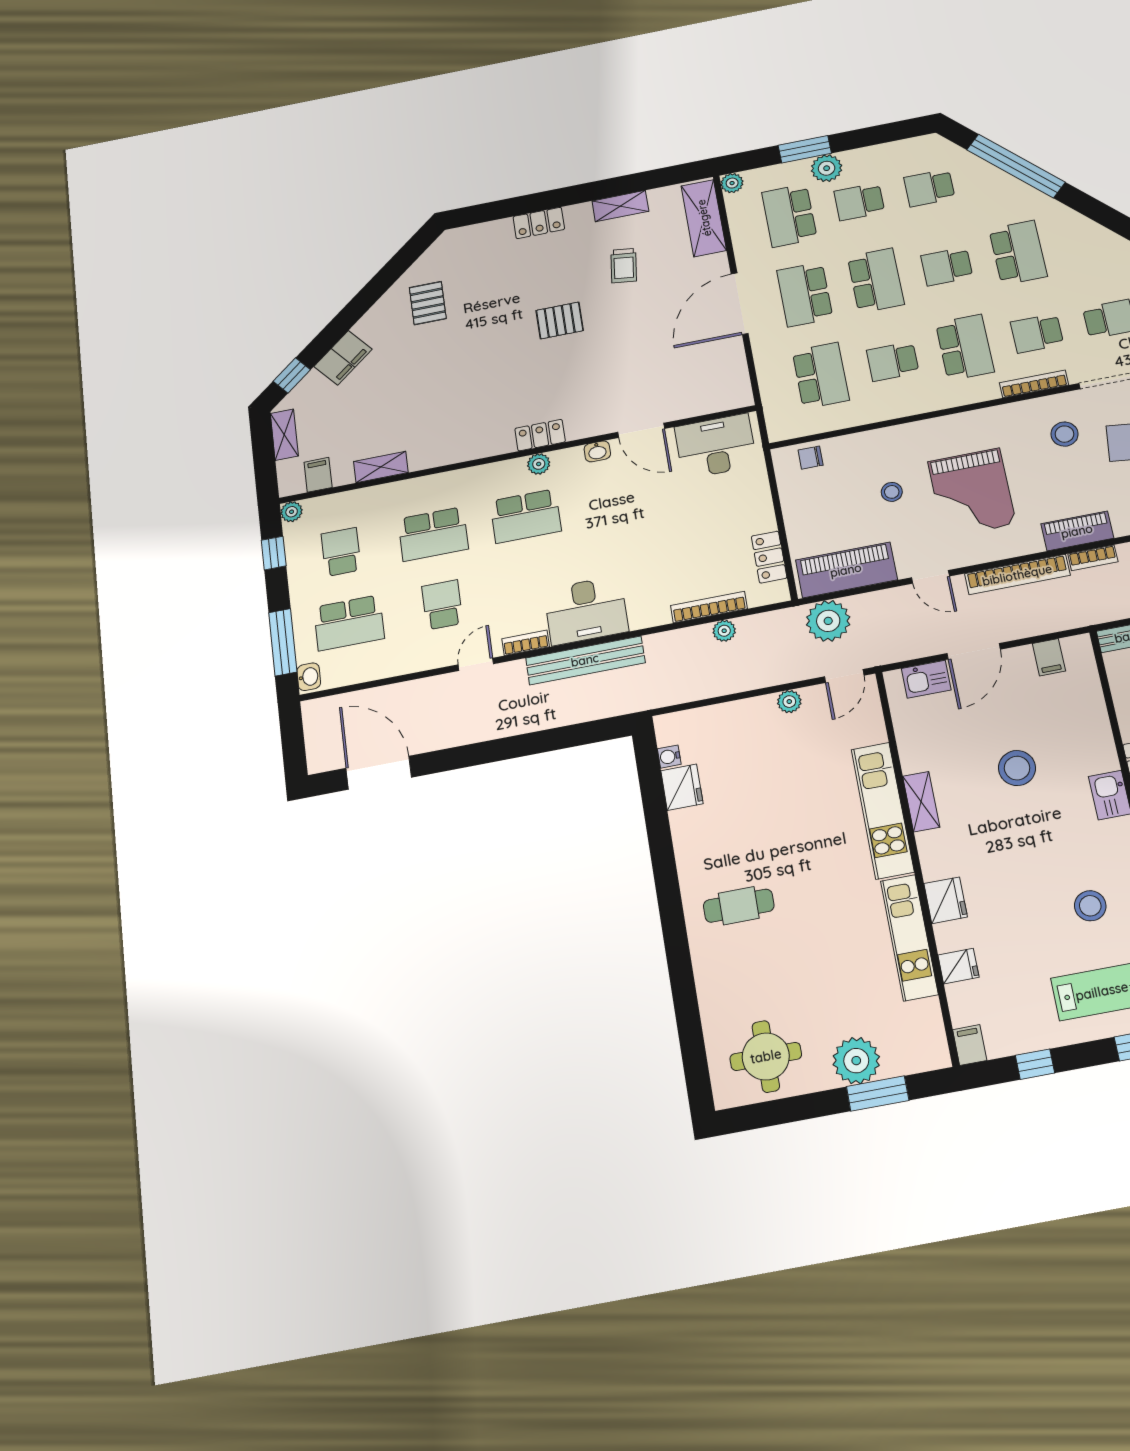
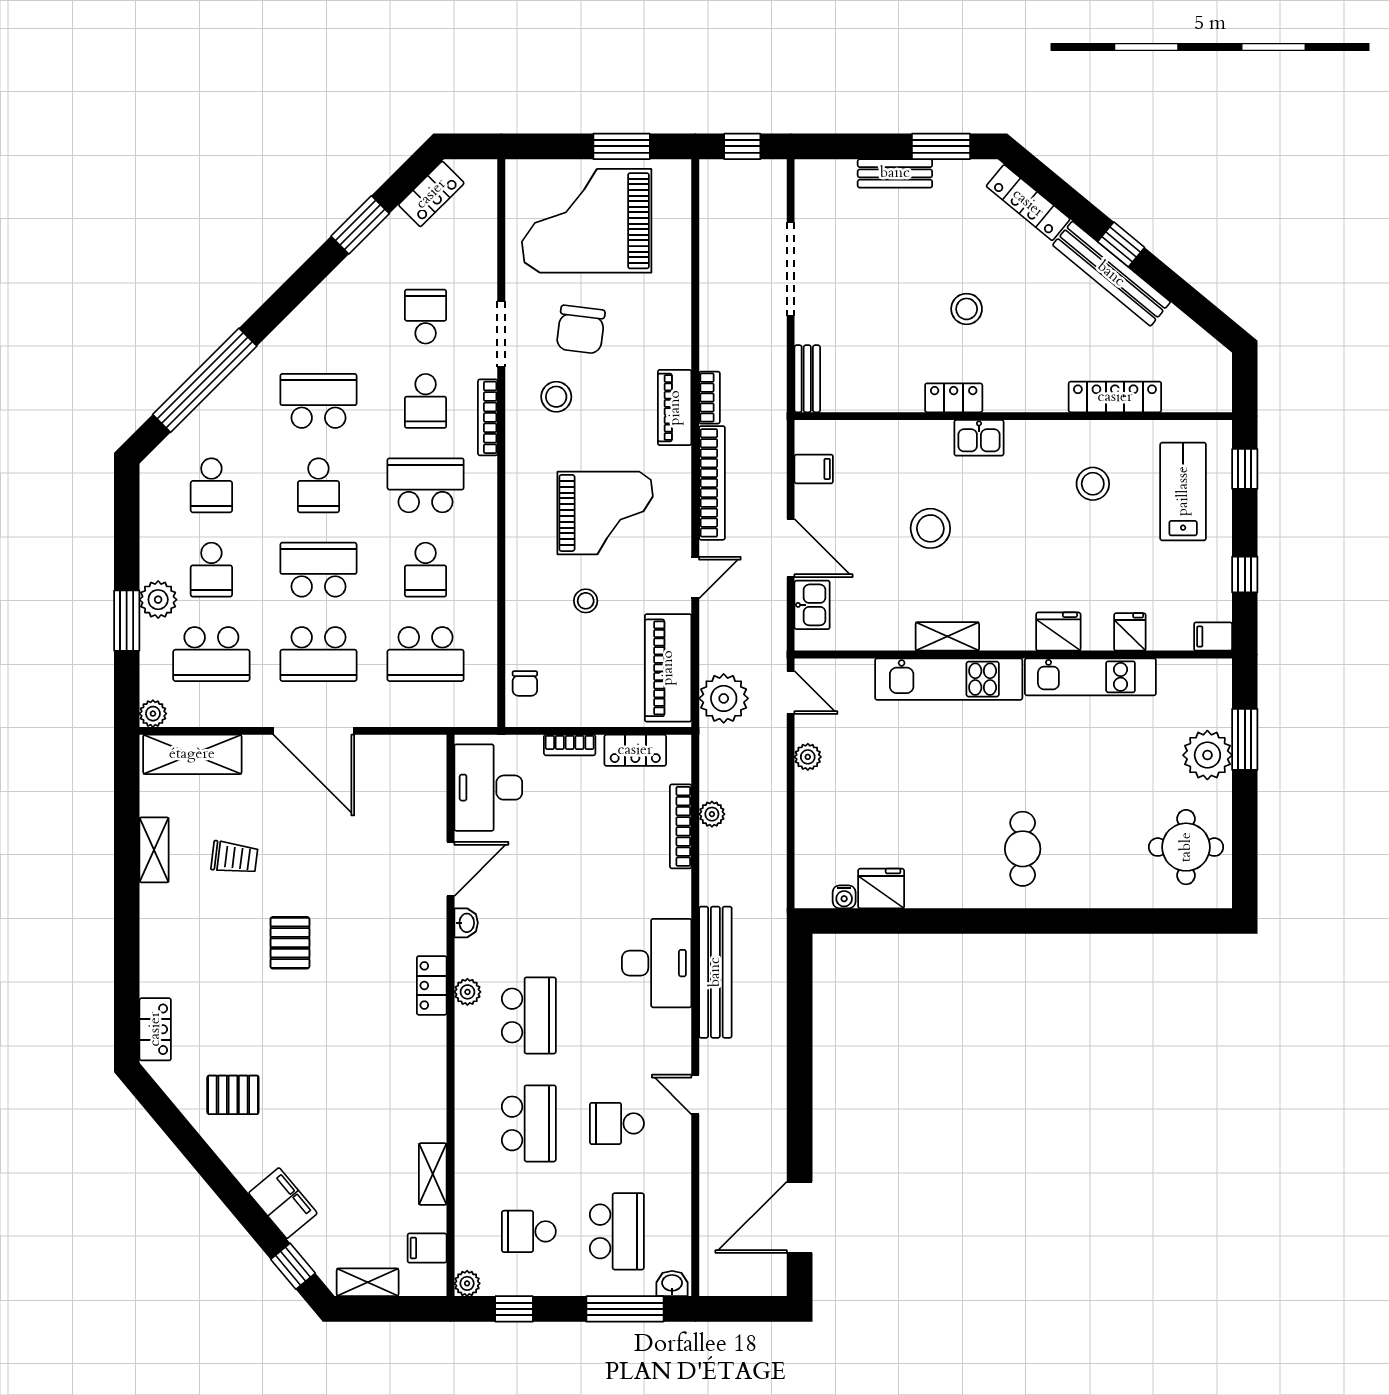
locker: (539, 223) -> (155, 1029), moved
school desk: (821, 375) -> (426, 654), turned 180
bookcase: (526, 643) -> (570, 745), moved, turned -90

